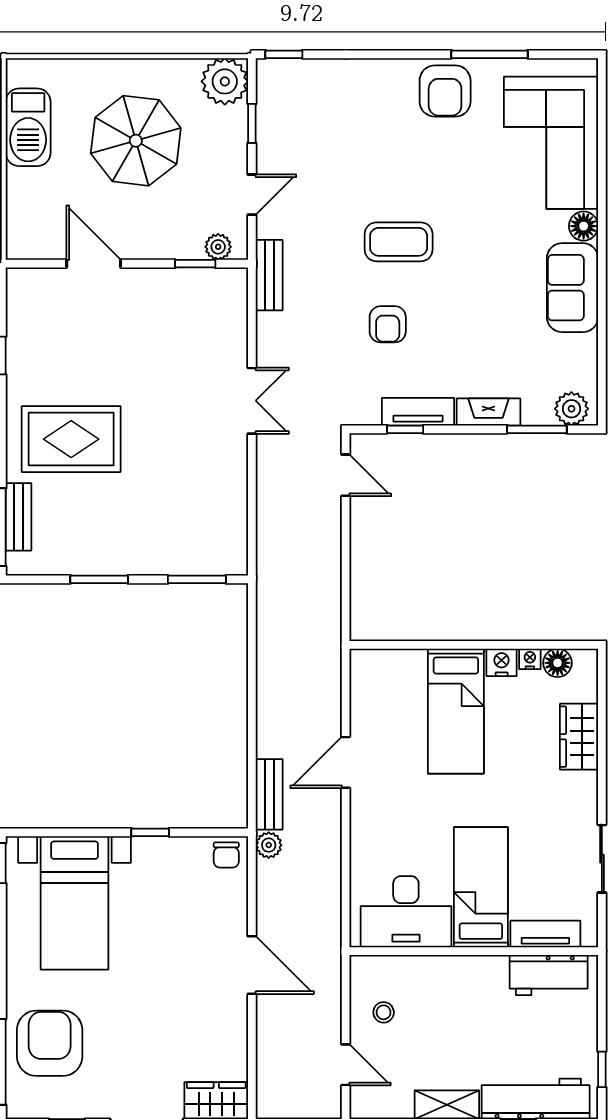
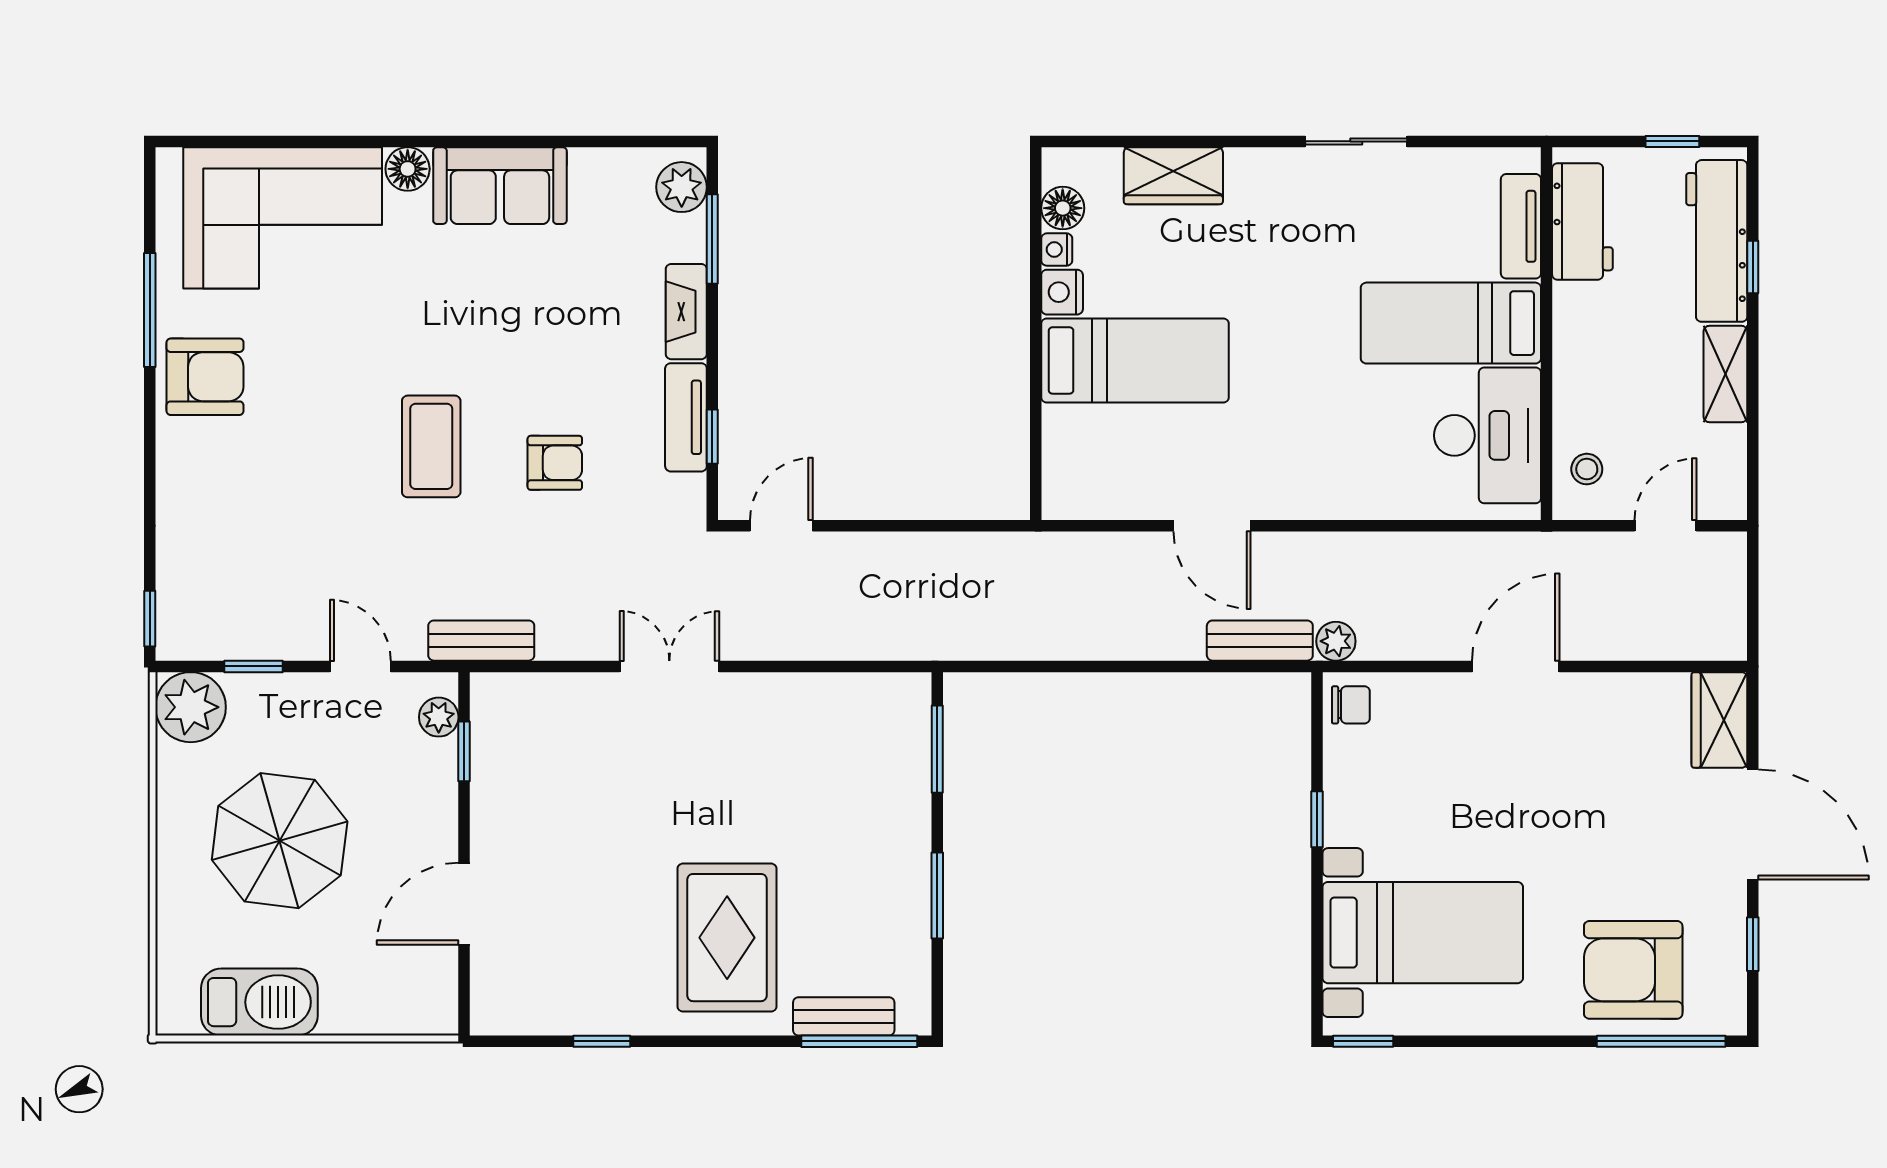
bed: (481, 887) -> (1451, 323), moved
desk: (406, 912) -> (1487, 435), moved
tv unit: (545, 934) -> (1521, 226), moved
wall: (474, 951) -> (1547, 334), moved
workbench: (549, 975) -> (1582, 221), moved

